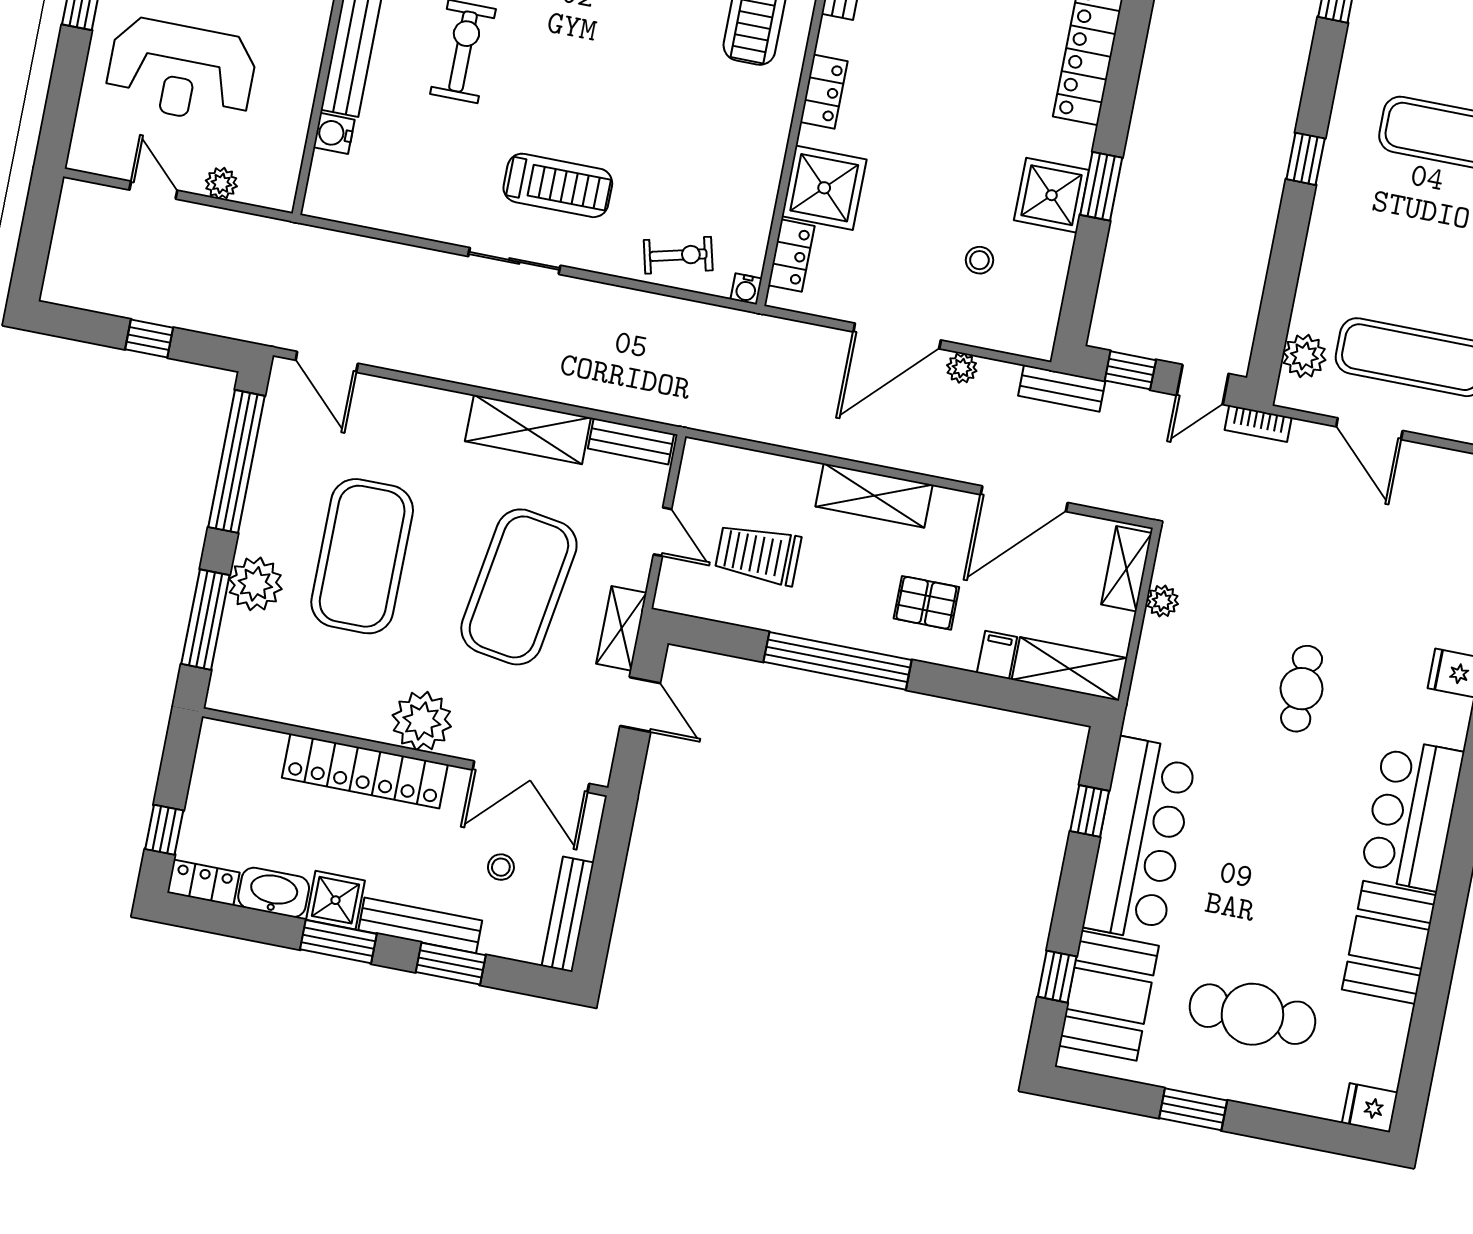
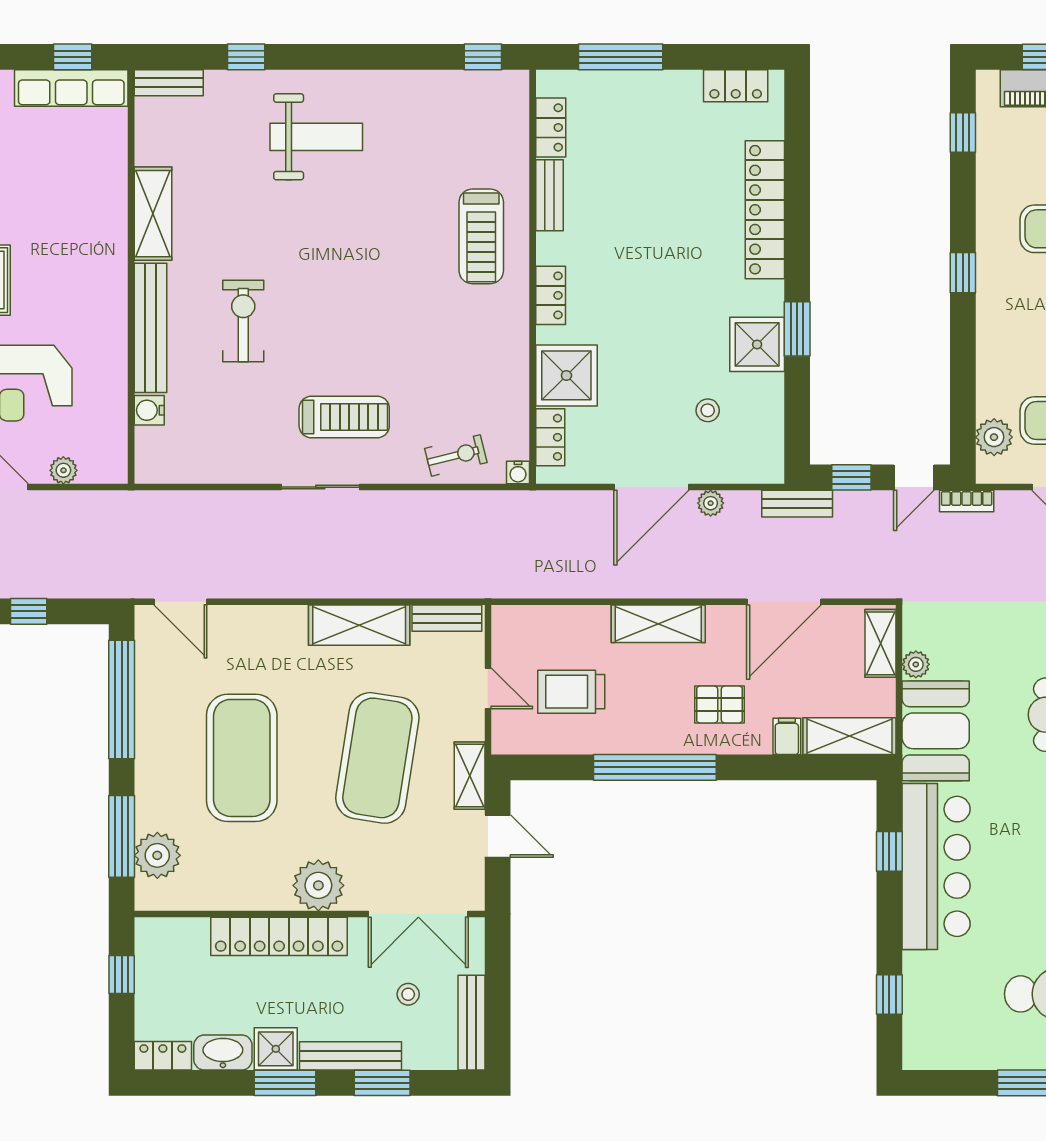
plant: (255, 584) -> (157, 855), moved
window: (164, 830) -> (122, 975), moved
booth: (1109, 996) -> (936, 731), moved

